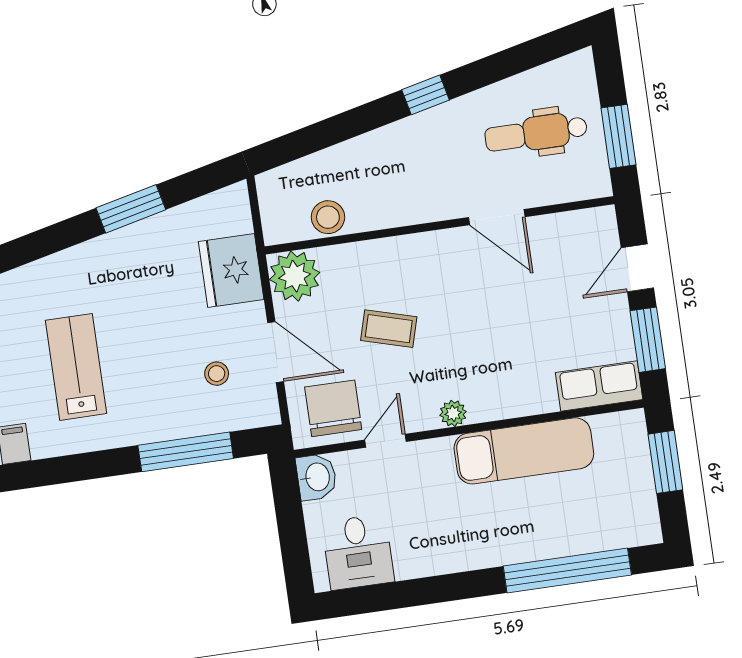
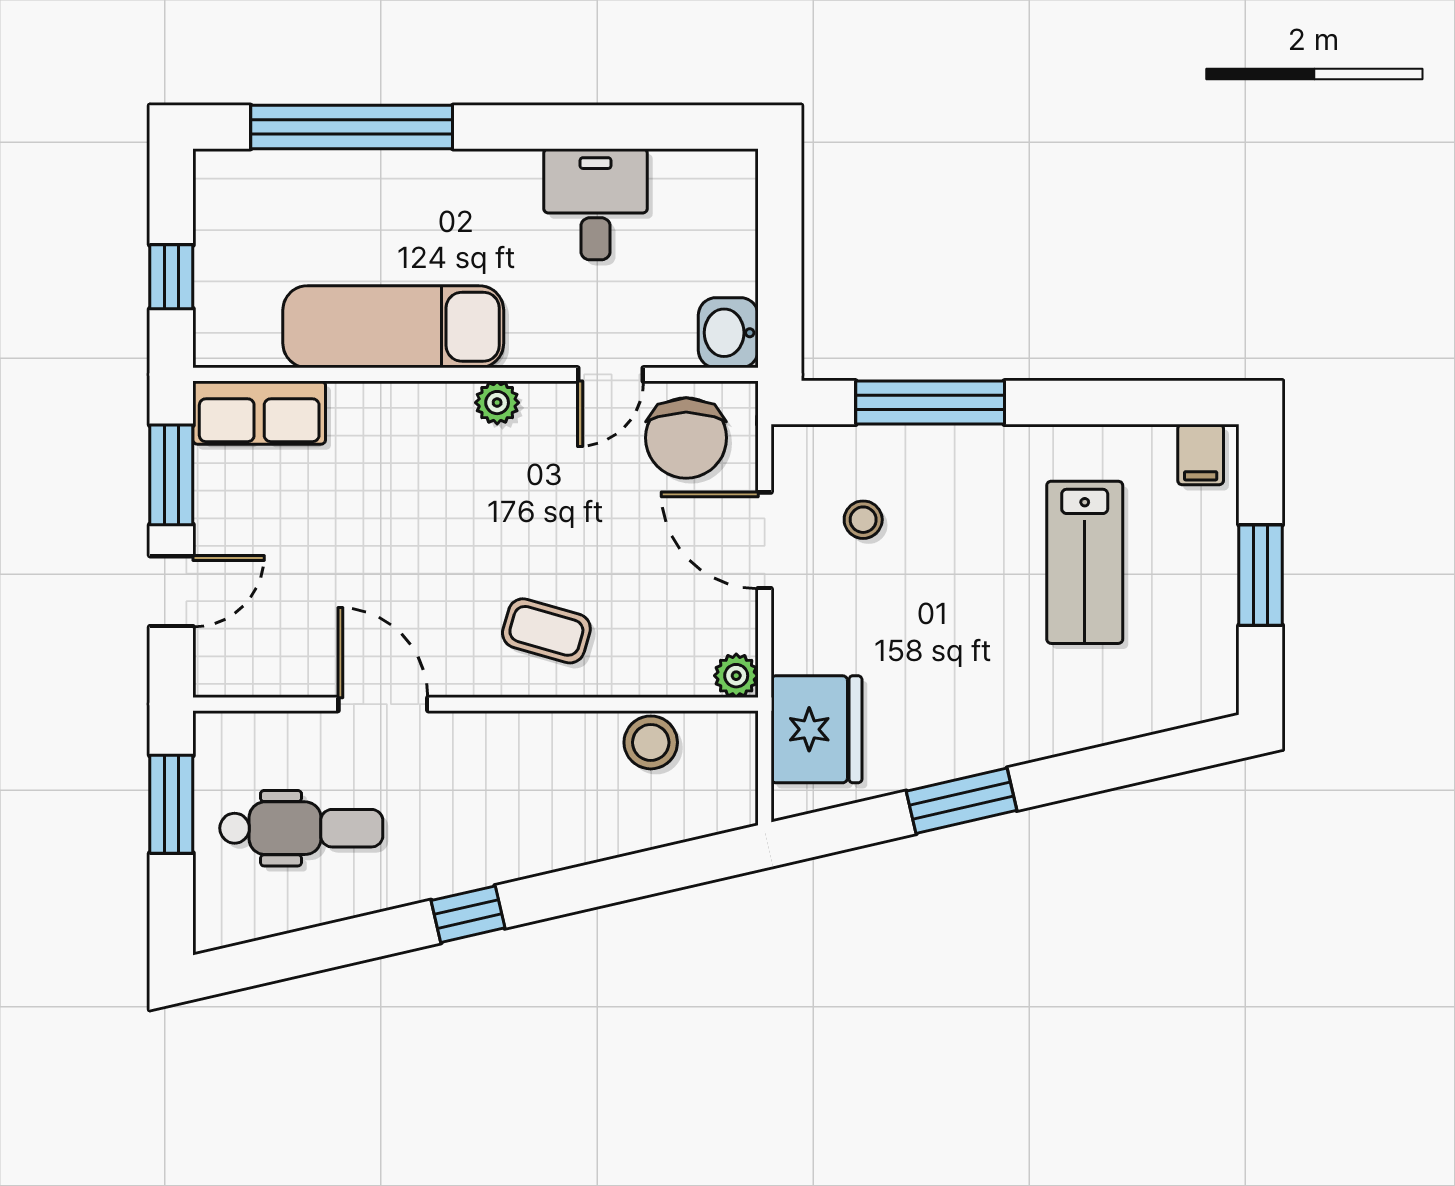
fridge: (231, 270) -> (816, 729), moved
plant: (295, 276) -> (736, 676), width x0.53, depth x0.53
coffee table: (389, 329) -> (546, 631), moved
window: (665, 462) -> (171, 277), width x0.67
desk: (358, 552) -> (596, 204), moved

